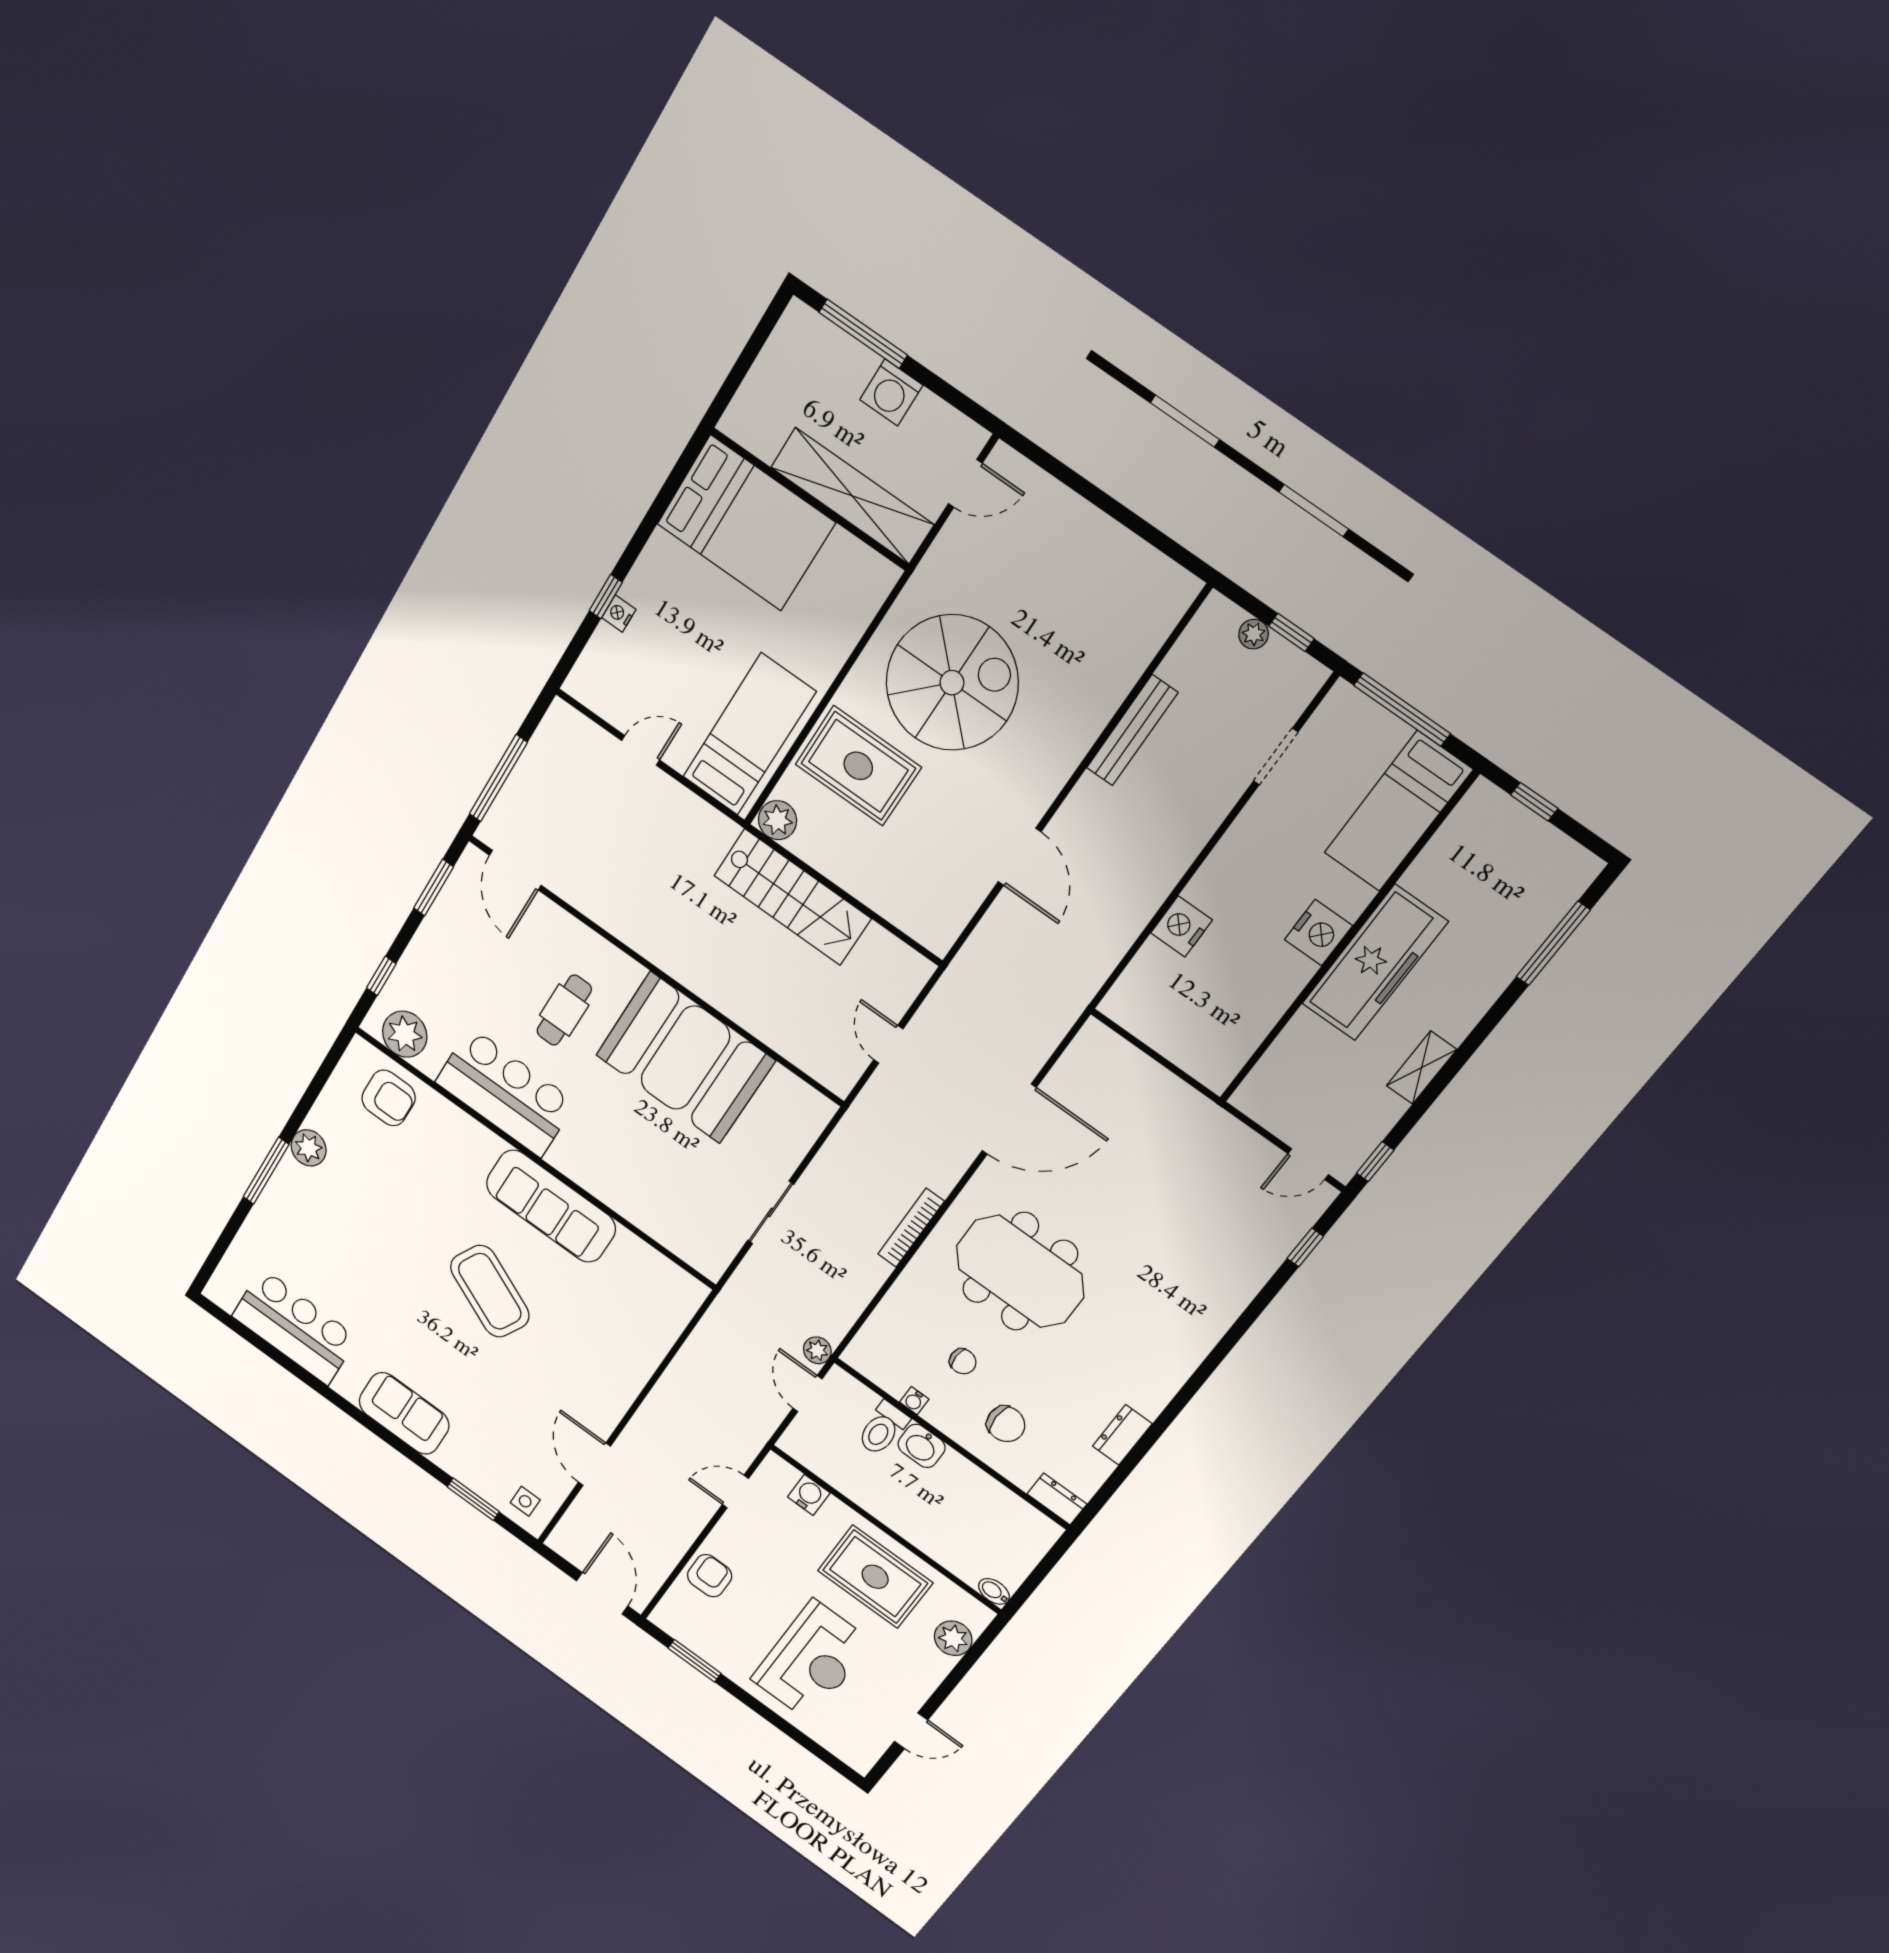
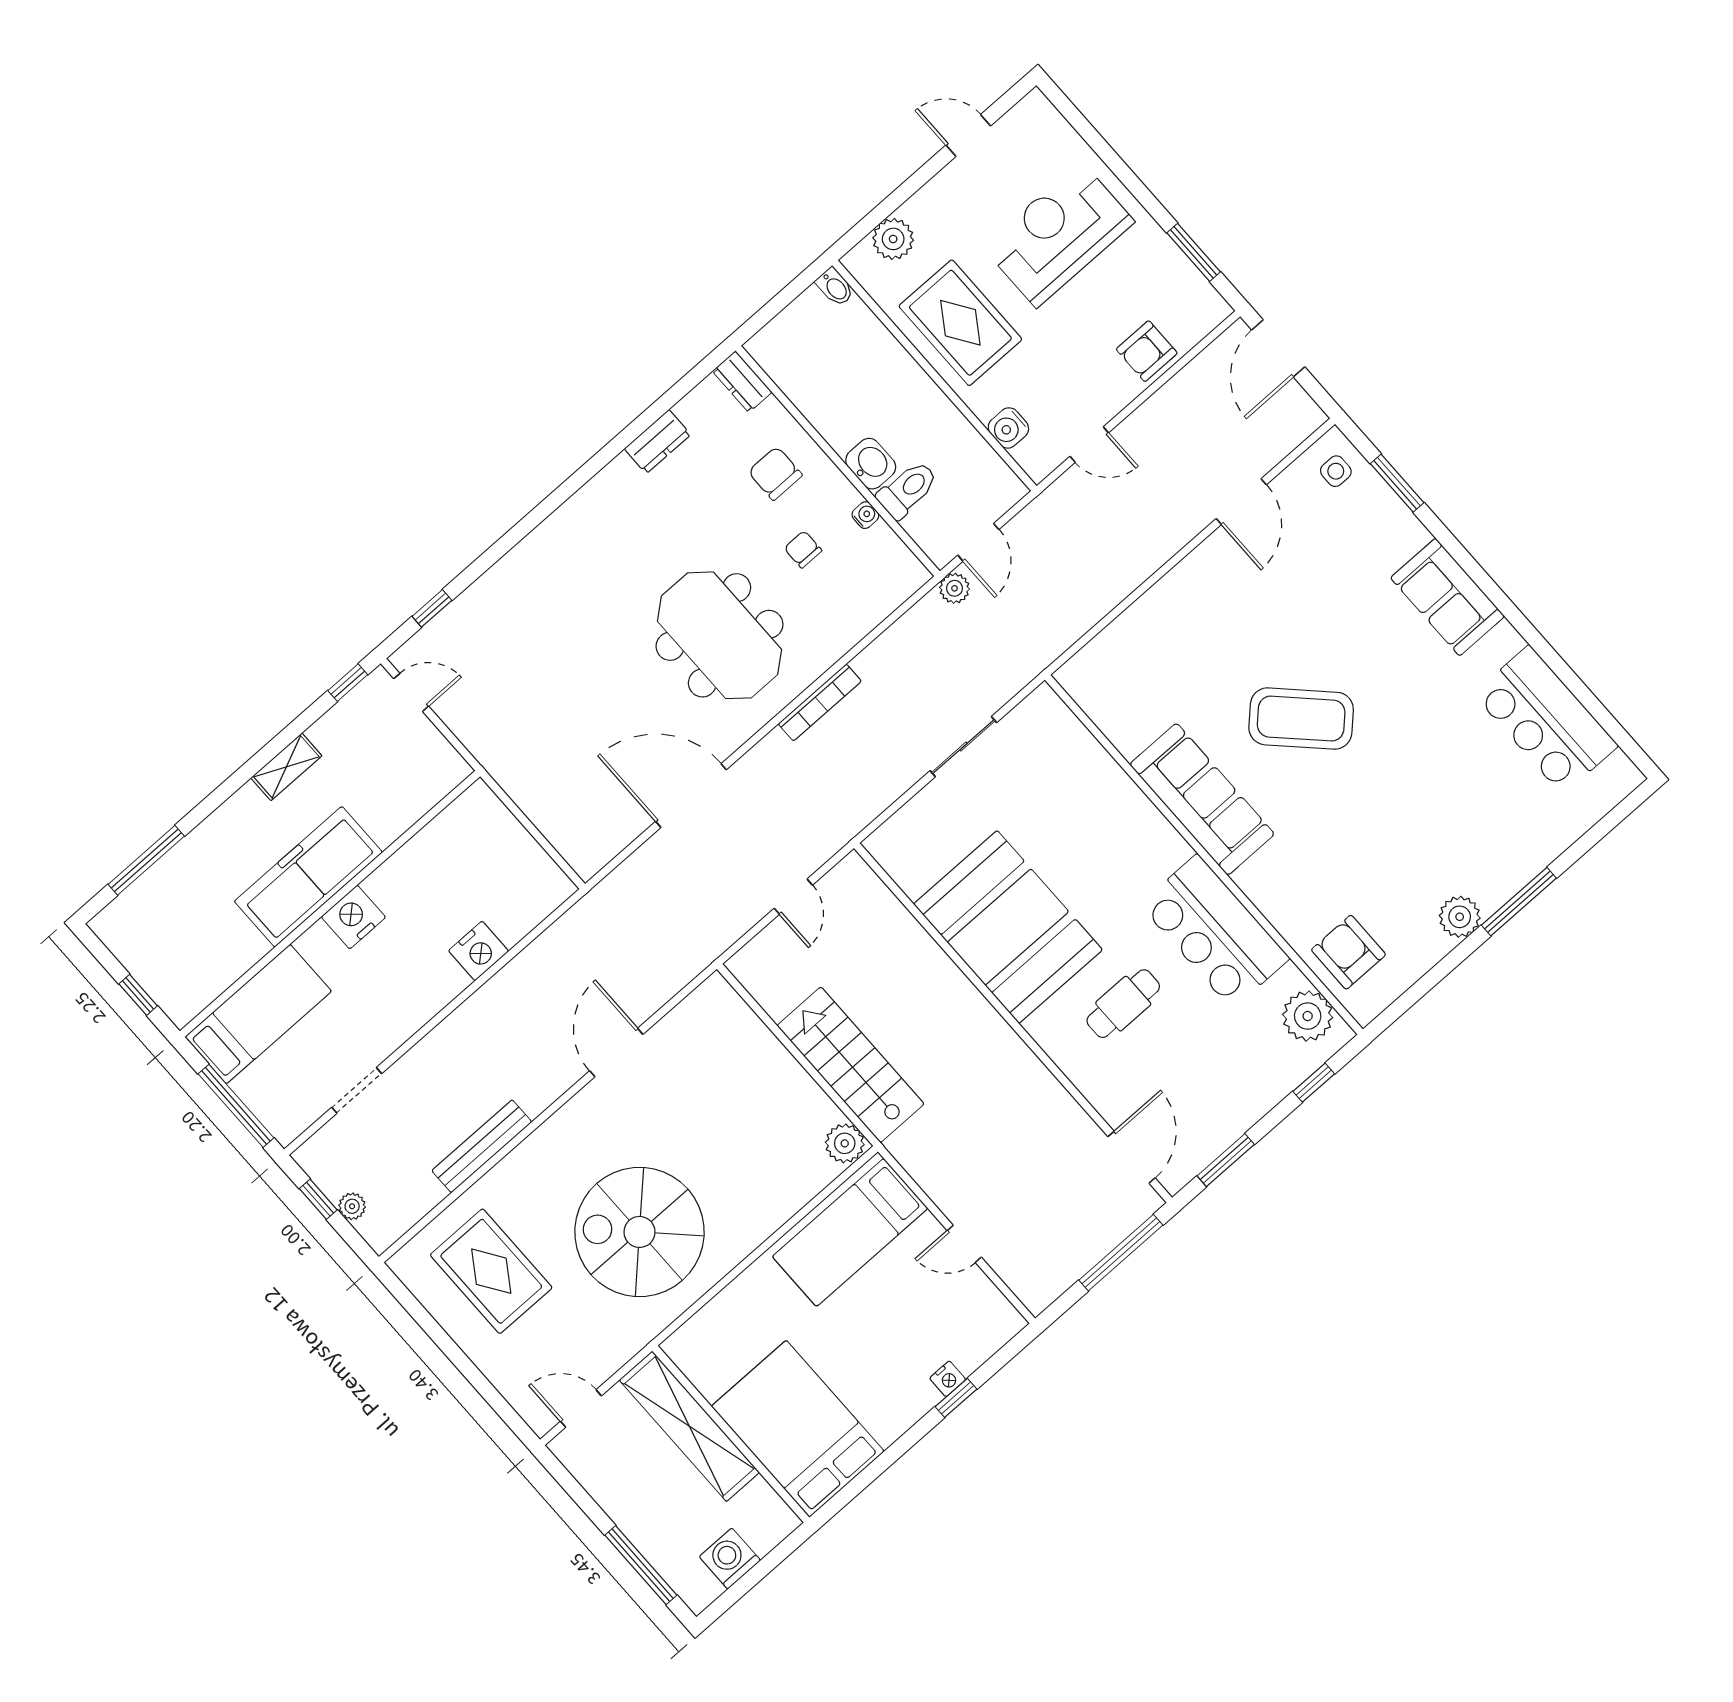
washing machine: (891, 392) -> (730, 1559), moved, turned -90
rug: (858, 766) -> (491, 1271), moved
coffee table: (490, 1291) -> (1301, 719), turned -71

